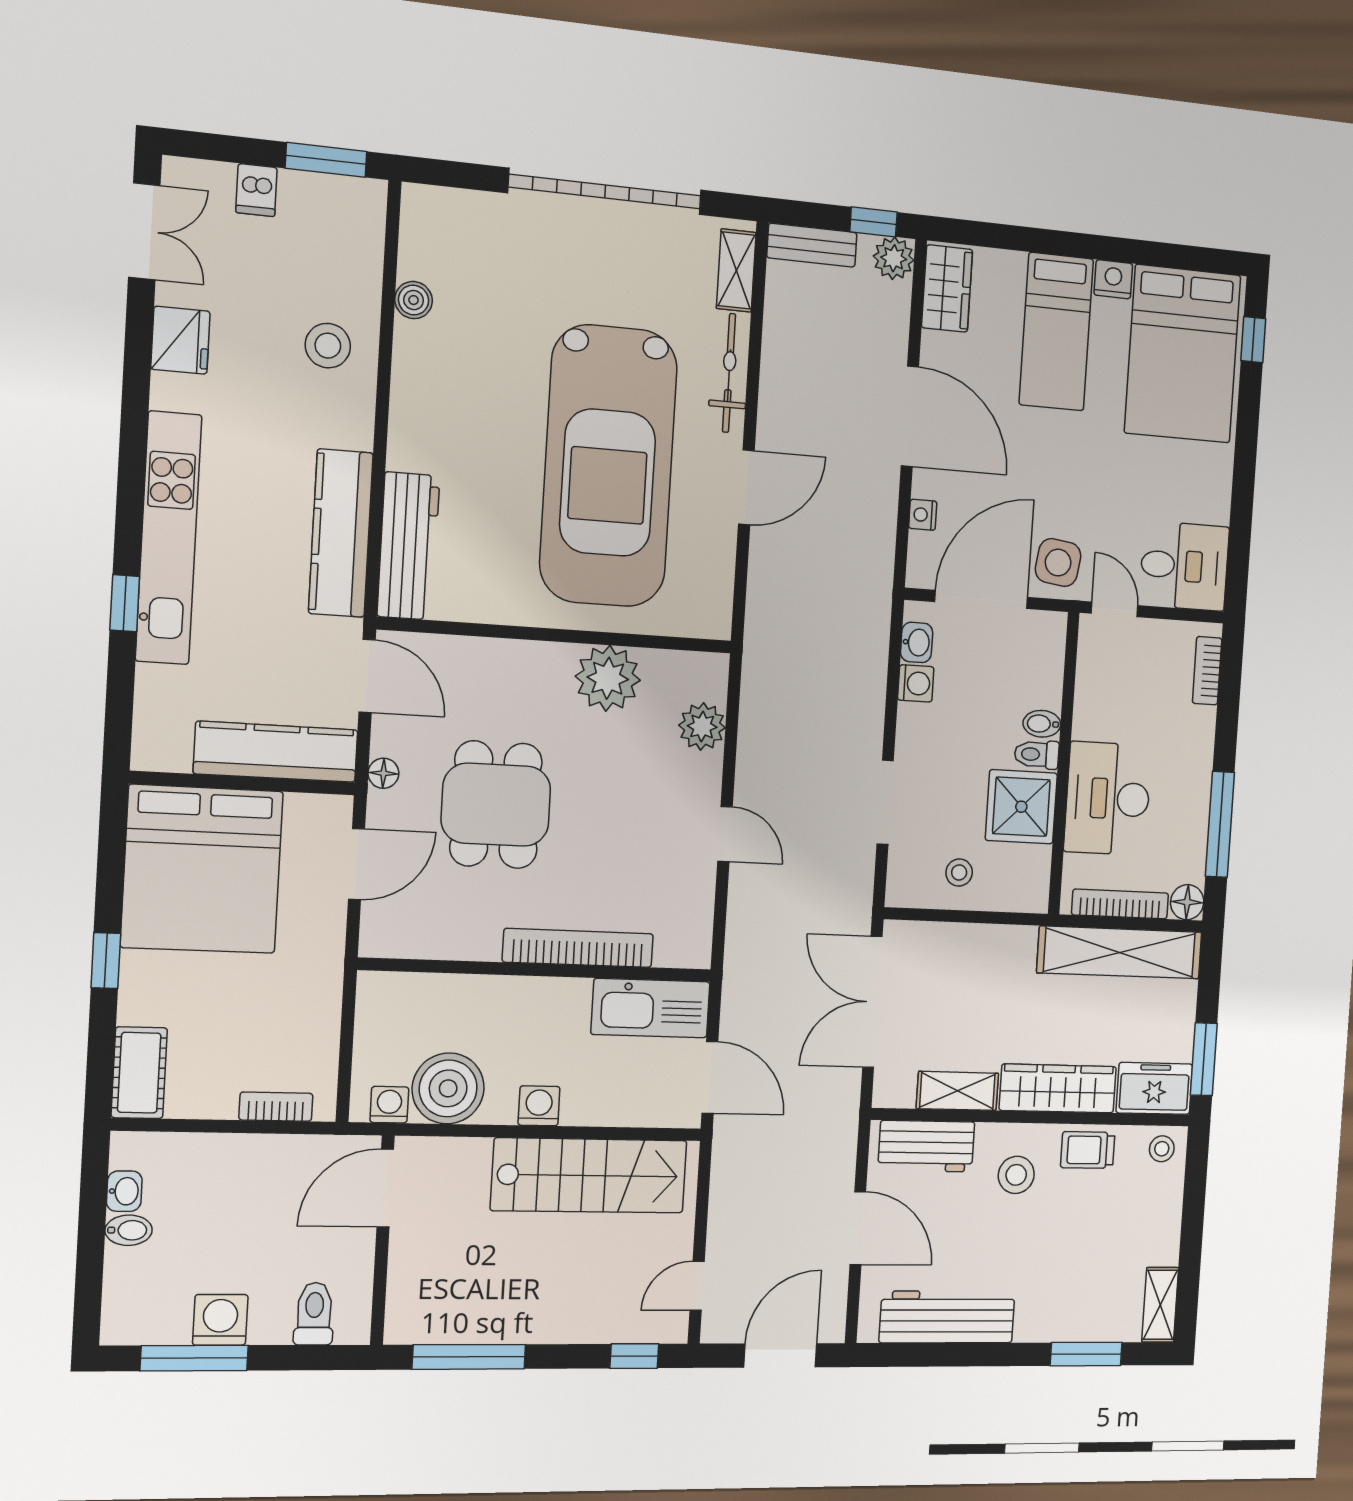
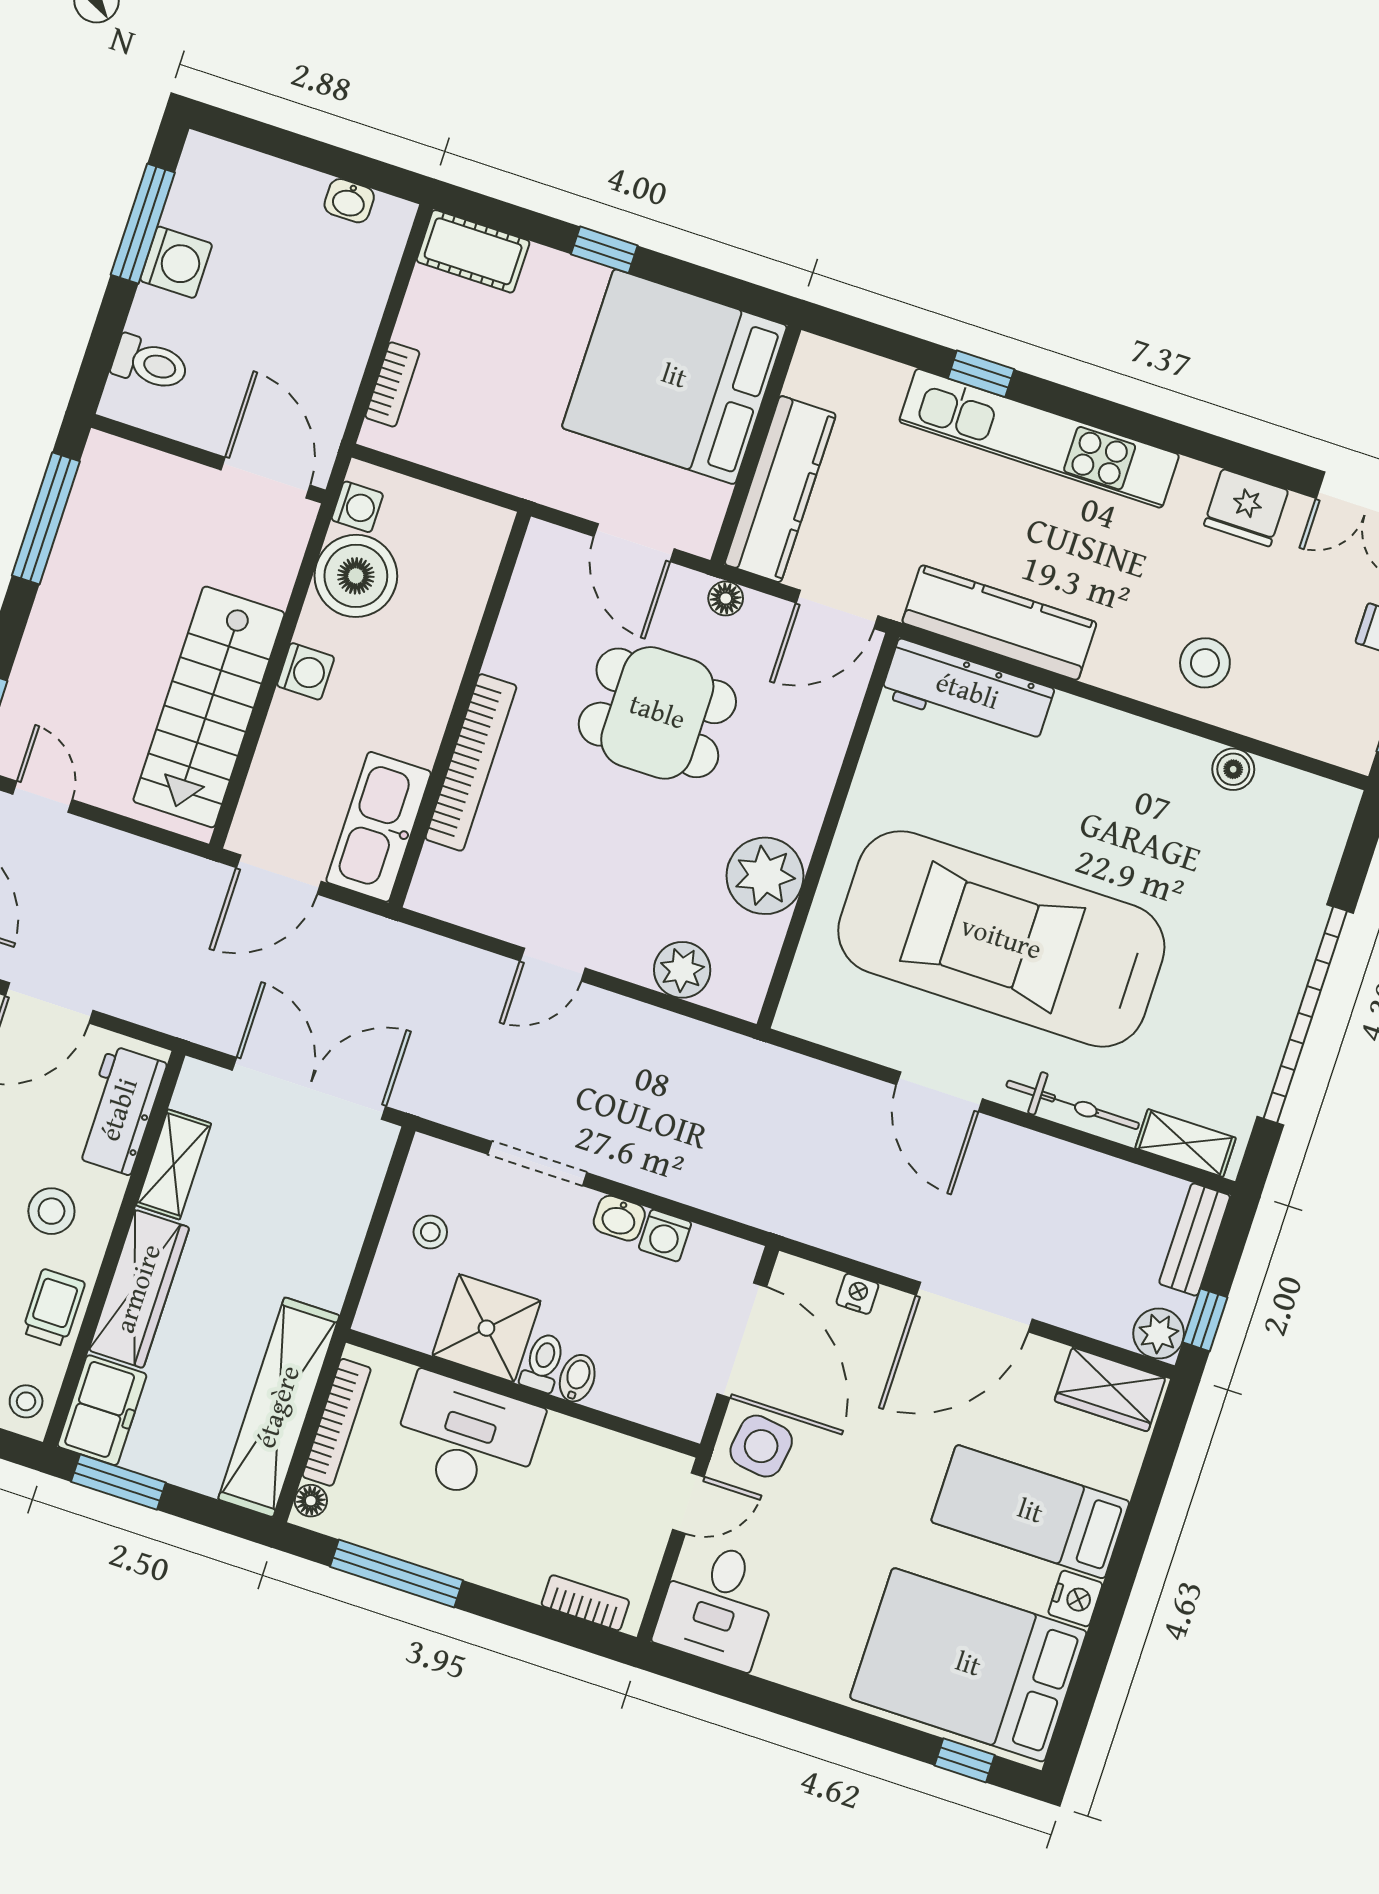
washbasin: (917, 642) -> (619, 1218), moved
floor lamp: (1187, 902) -> (311, 1501), width x0.73, depth x0.73
bidet: (129, 1230) -> (305, 194), removed

